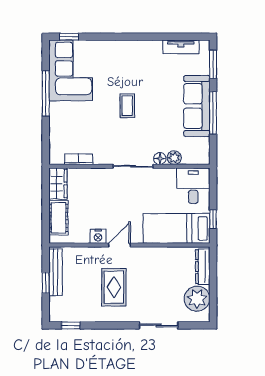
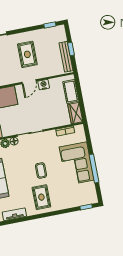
rug: (134, 65) -> (41, 197), added
corner sofa: (71, 70) -> (77, 164), moved

